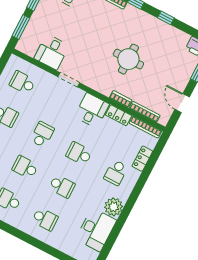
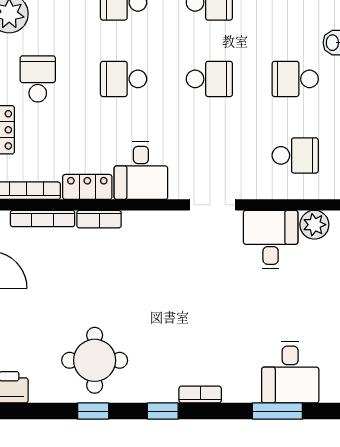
plant: (30, 49) -> (314, 225), added
round table: (128, 59) -> (95, 360), moved
school desk: (42, 134) -> (209, 79), turned -90
school desk: (79, 154) -> (124, 79), turned 180

